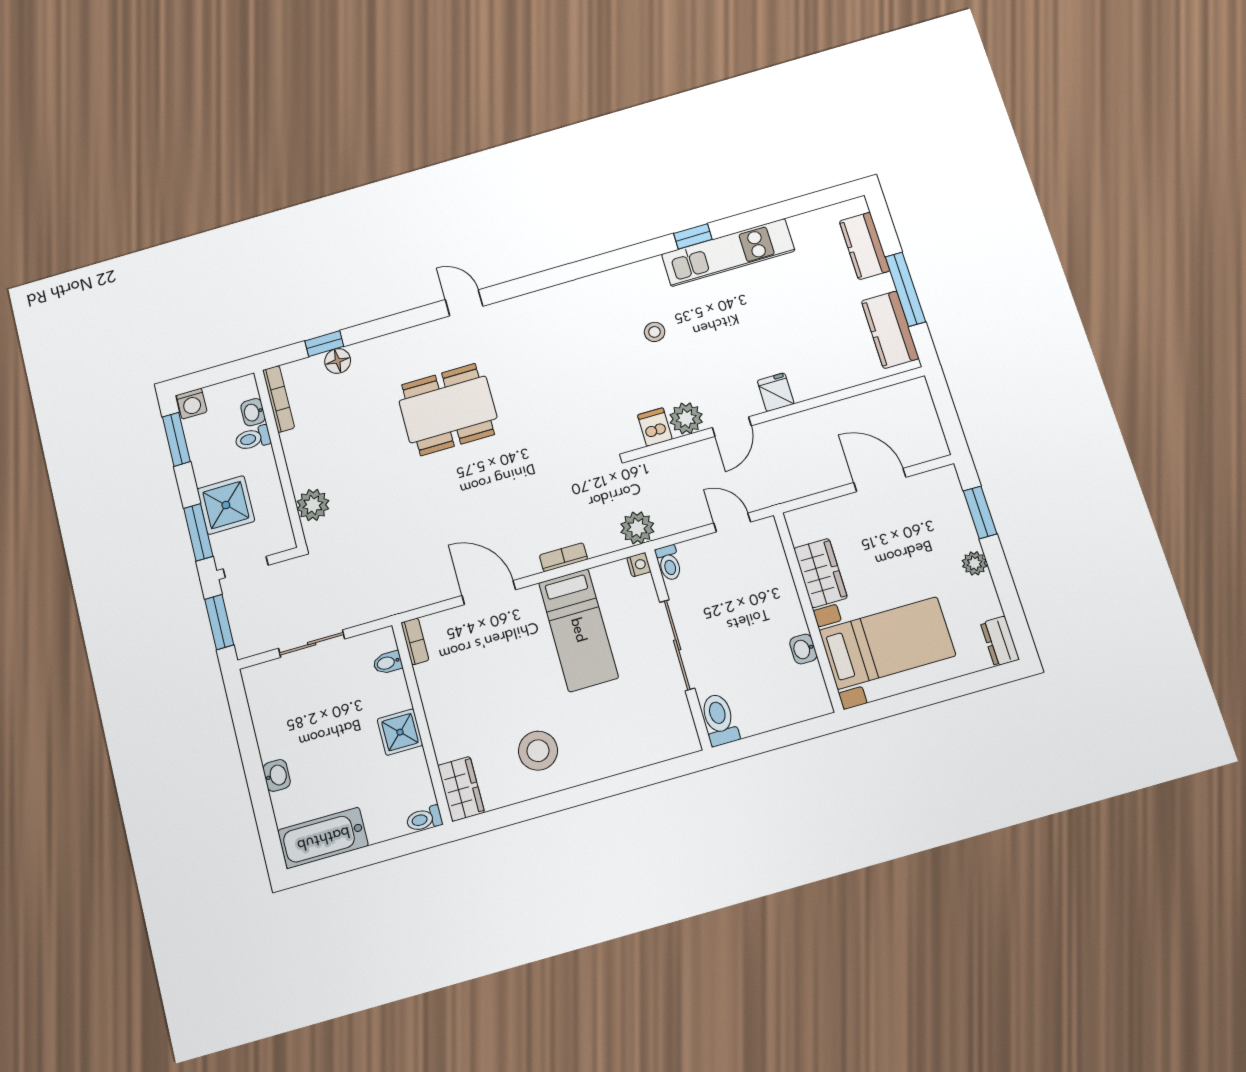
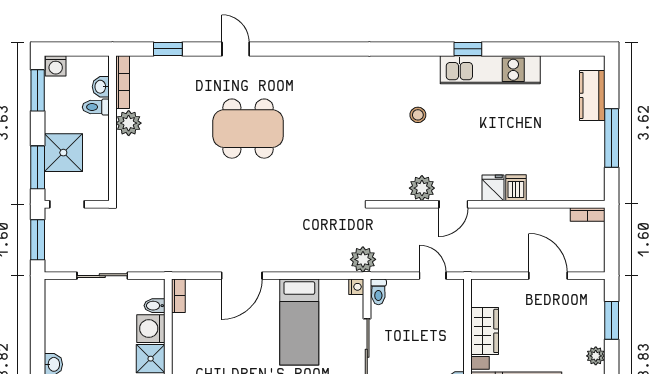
door: (464, 303) -> (236, 49), moved
kitchen counter: (890, 330) -> (591, 166), removed
floor lamp: (338, 361) -> (175, 66), removed
dishwasher: (655, 427) -> (516, 188), moved
plant: (313, 505) -> (129, 123), moved
bookcase: (563, 557) -> (588, 214), moved, turned 180
door: (489, 593) -> (242, 276), swing flipped
washing machine: (391, 693) -> (151, 329), added

